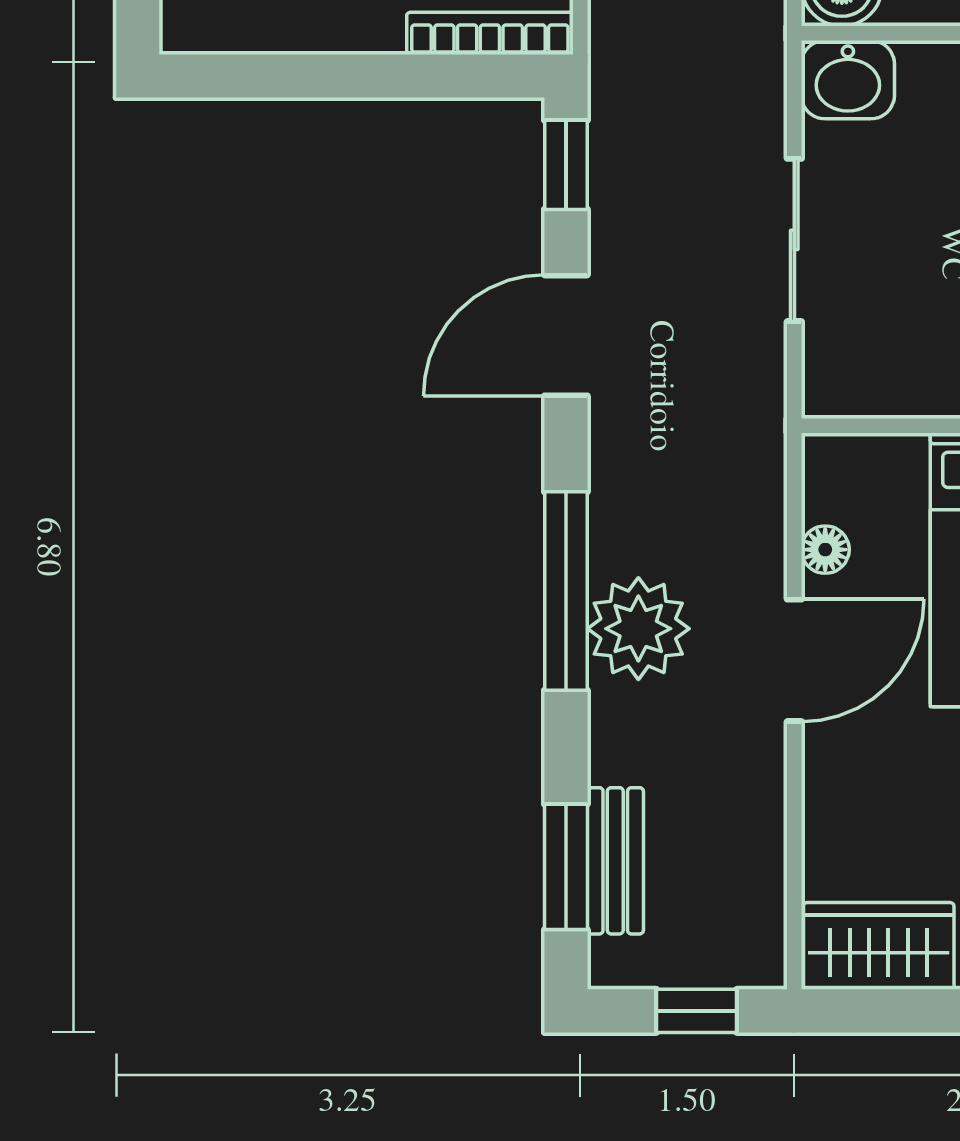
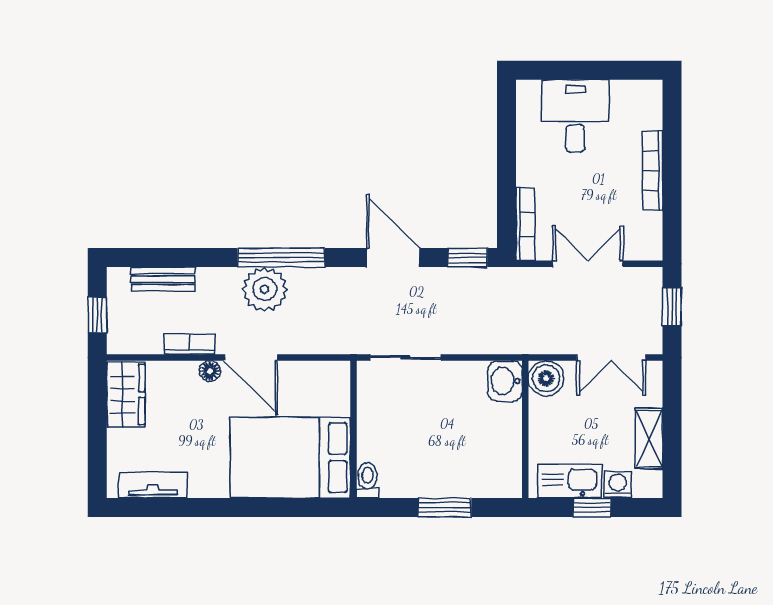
sliding door: (794, 240) -> (405, 358), moved
floor lamp: (825, 550) -> (210, 371), moved
bookcase: (764, 801) -> (189, 344), added
window: (566, 867) -> (160, 258), removed

